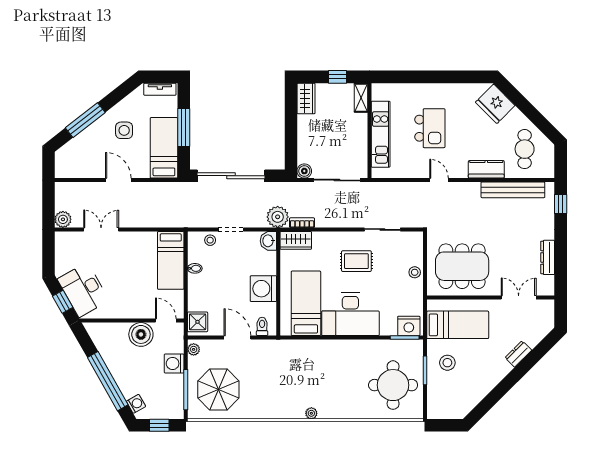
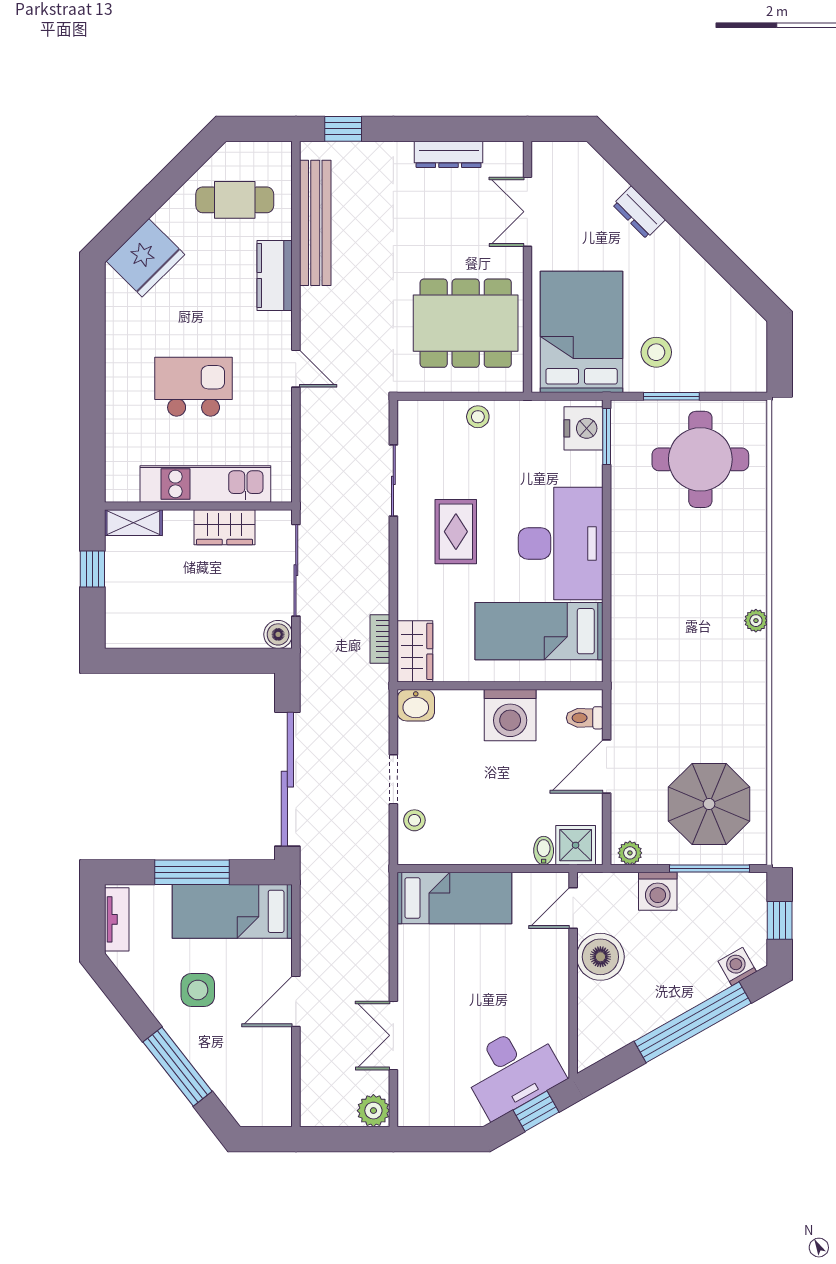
wardrobe: (306, 98) -> (225, 527), moved, turned 180
door: (439, 180) -> (296, 369), swing flipped
plant: (278, 217) -> (368, 687), removed
dining table: (462, 266) -> (466, 323), turned 90
bidet: (195, 268) -> (544, 851), moved
bed: (458, 325) -> (582, 332), width x1.50

